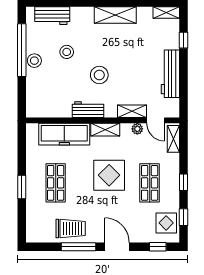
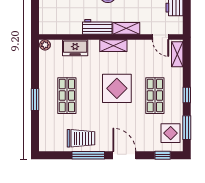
shelving: (132, 111) -> (126, 28), moved
plant: (137, 129) -> (45, 45), moved
freezer: (64, 134) -> (75, 48), width x0.52, depth x0.79
window: (184, 217) -> (187, 128), width x1.50

